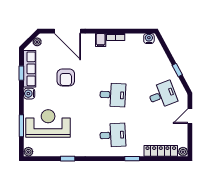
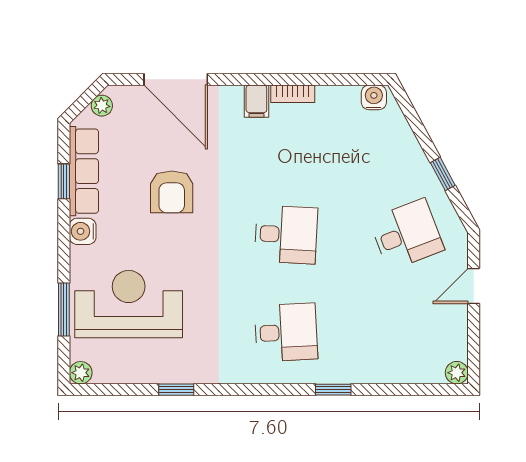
locker: (161, 151) -> (403, 371), removed

